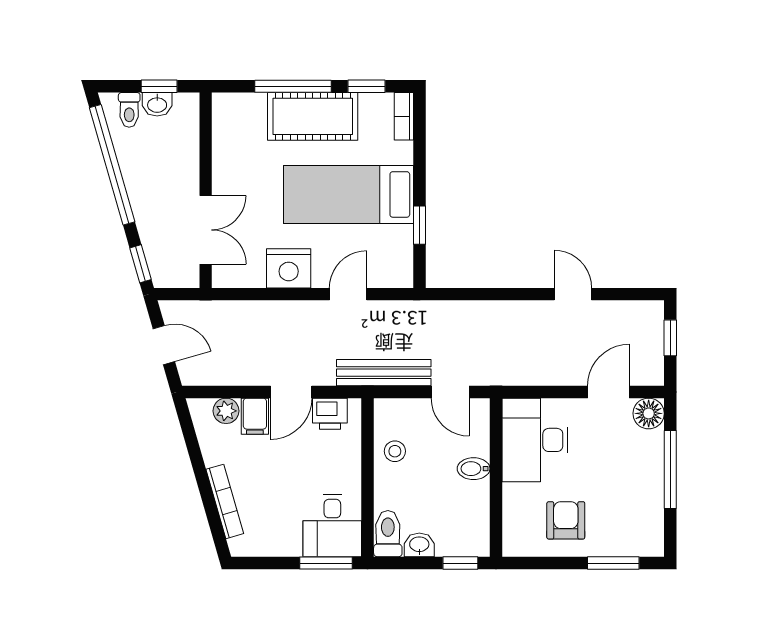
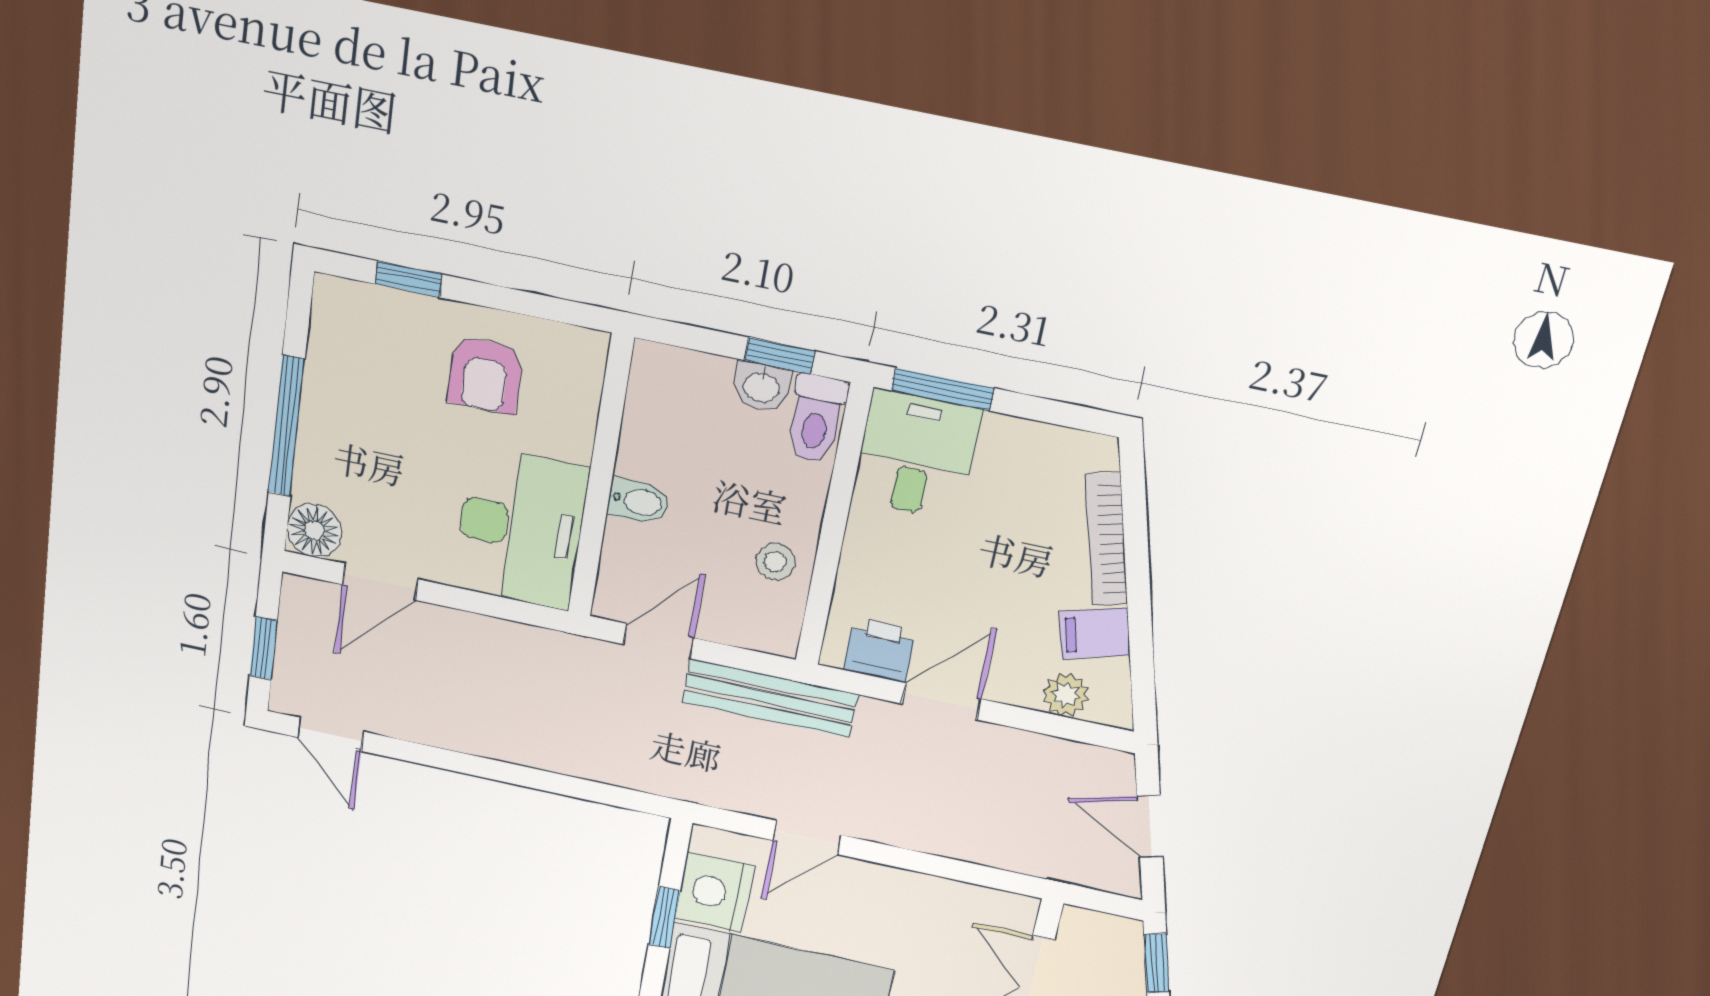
nightstand: (289, 268) -> (715, 892), moved, turned -90
door: (573, 294) -> (330, 734), moved
door: (450, 392) -> (658, 641), hinge flipped
filing cabinet: (255, 416) -> (1095, 633), moved, turned -106
window: (460, 563) -> (780, 356), moved
window: (613, 563) -> (408, 279), width x0.67

